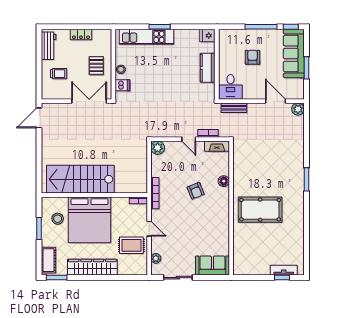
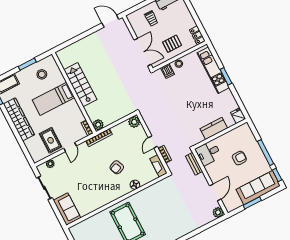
locker: (81, 35) -> (197, 35), moved
stairs: (80, 179) -> (80, 85), width x0.73, depth x0.66
plant: (141, 187) -> (98, 125), added
bed: (90, 220) -> (53, 99), width x0.49

